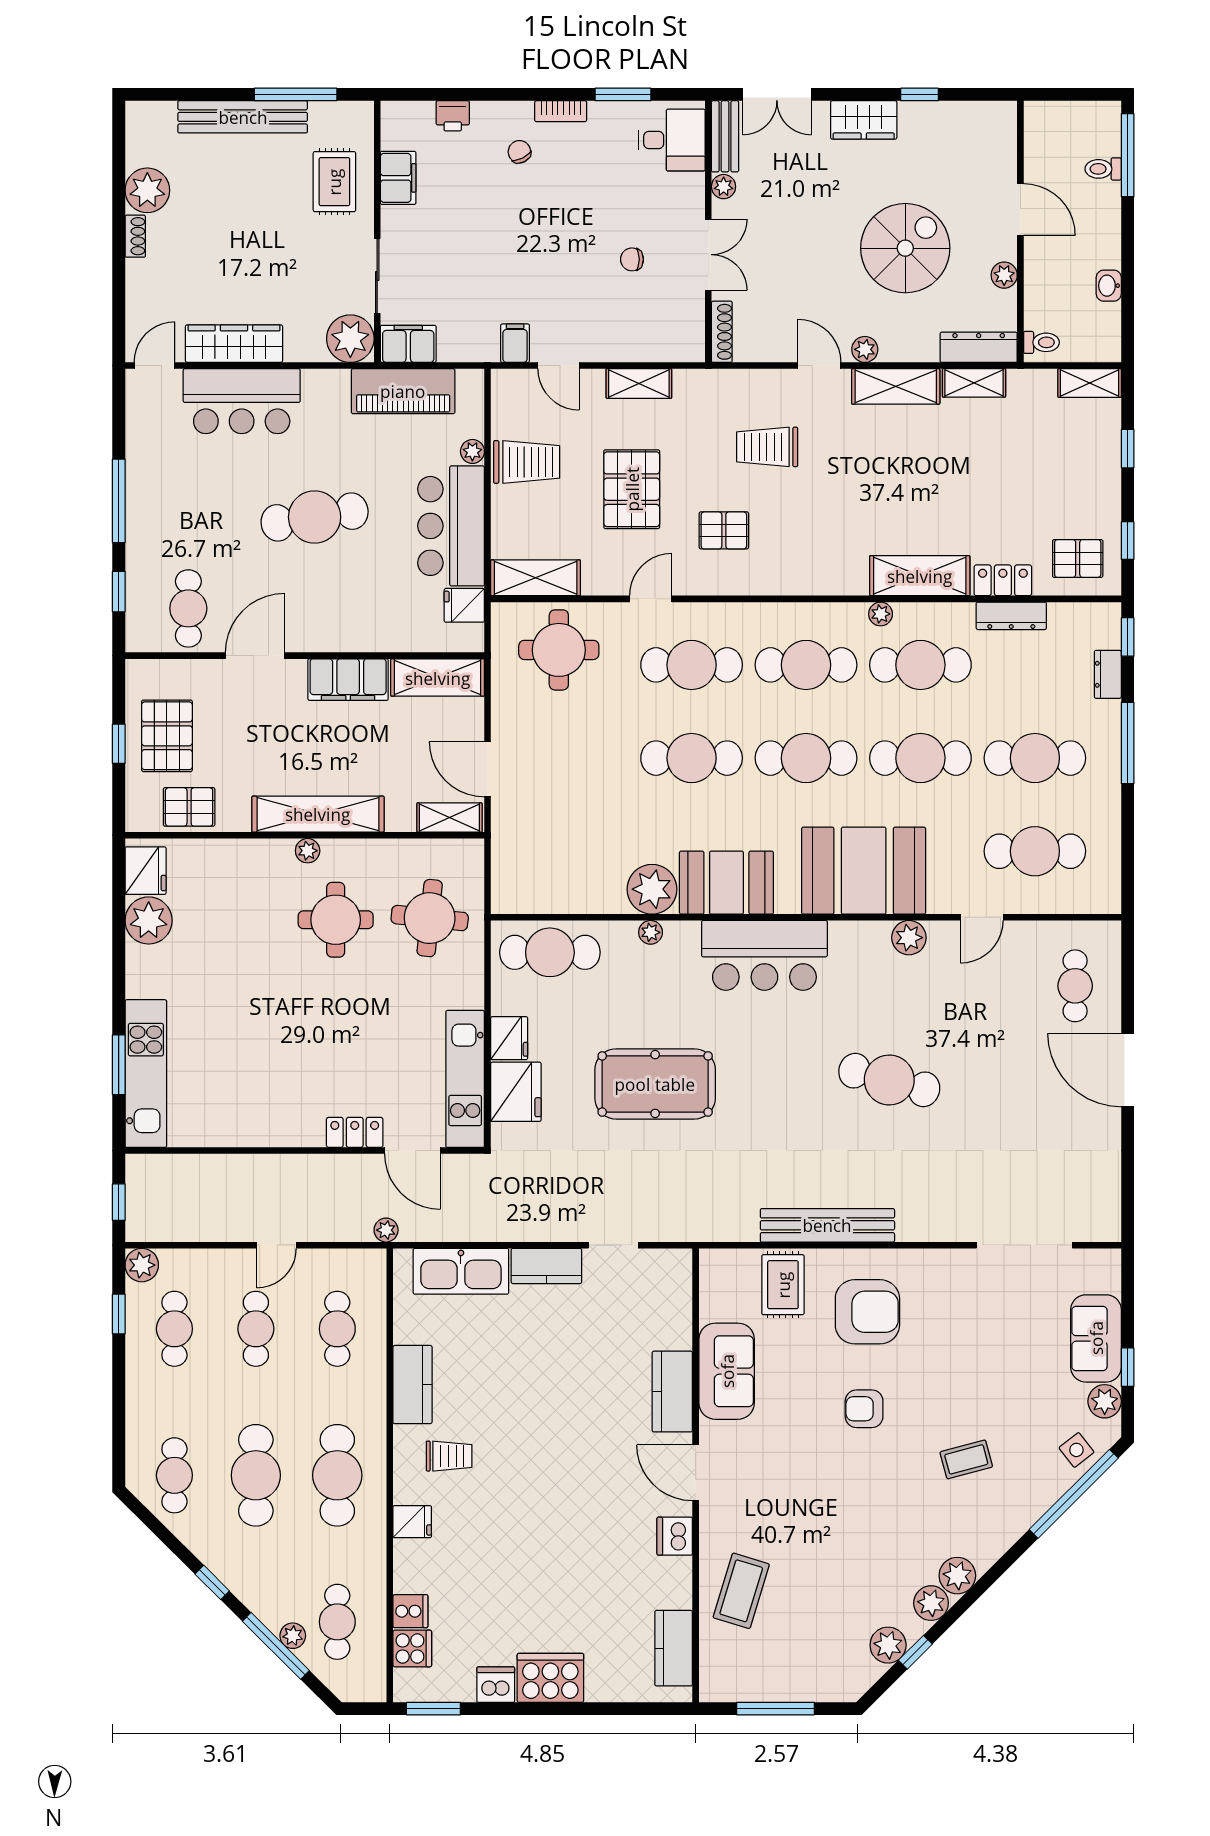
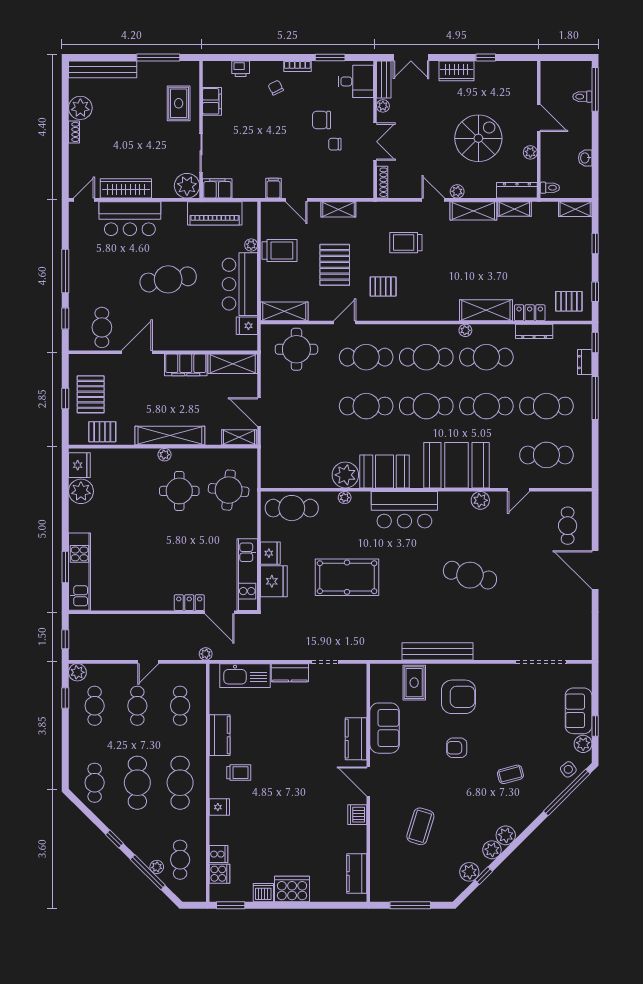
bench: (243, 117) -> (103, 69), moved
chair: (606, 213) -> (321, 120), added
coffee table: (741, 1591) -> (420, 826), moved

